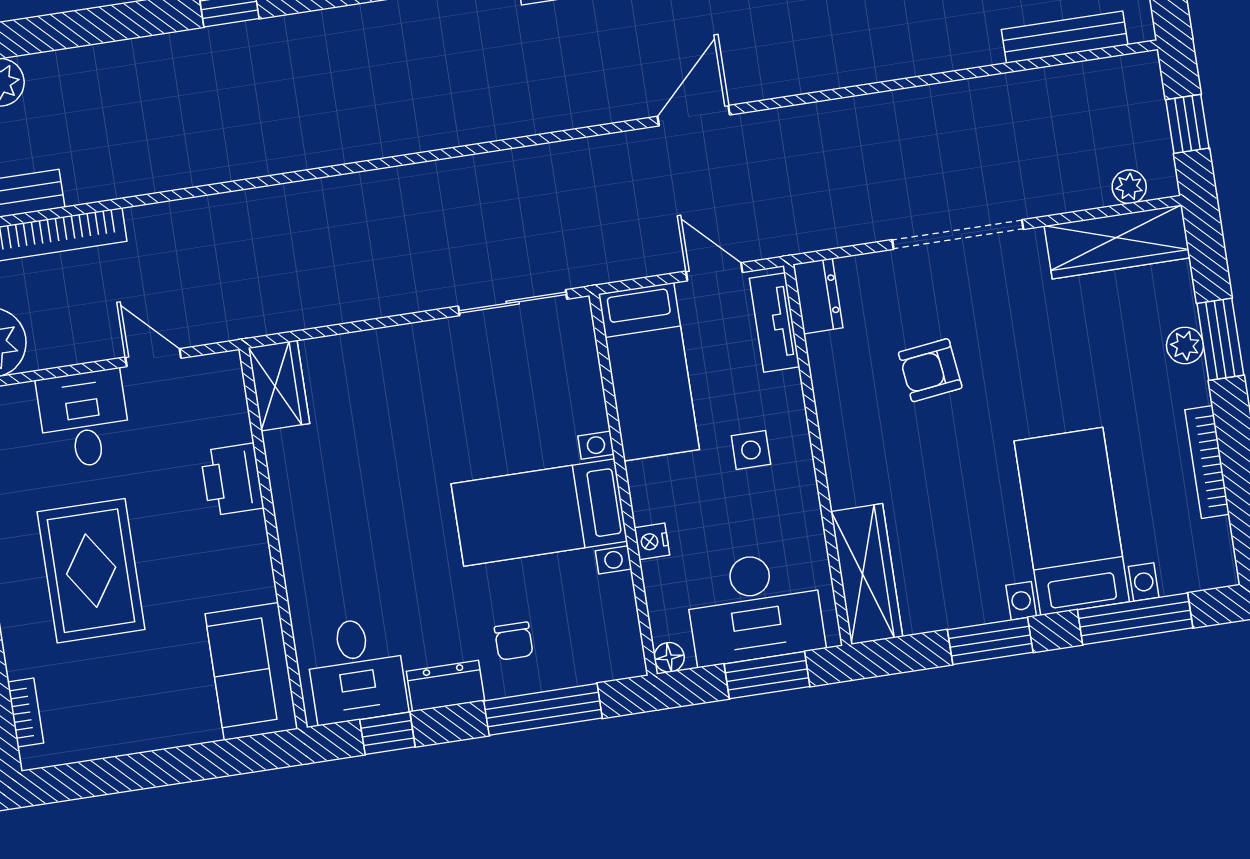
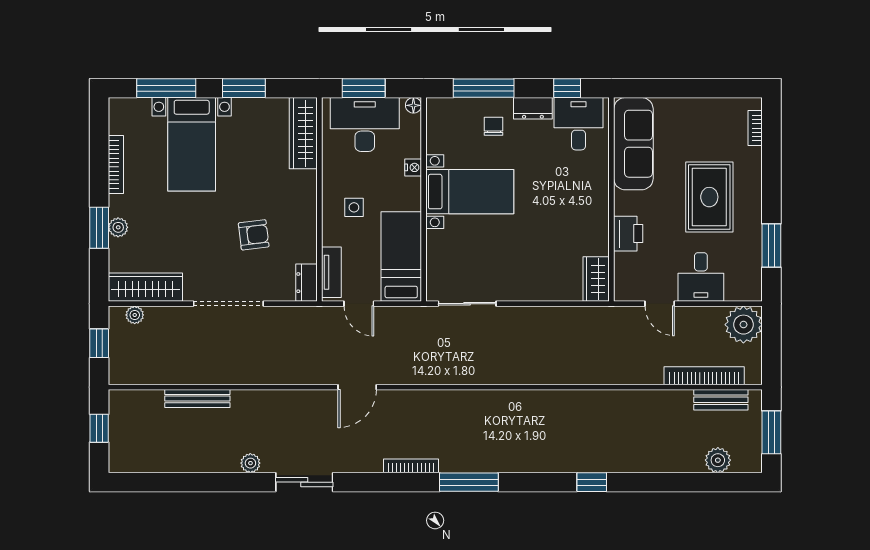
bench: (1065, 37) -> (197, 399), moved
sofa: (251, 671) -> (633, 144), width x1.36

